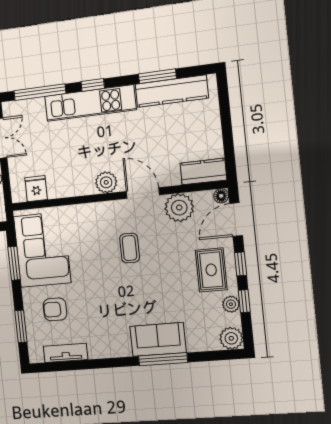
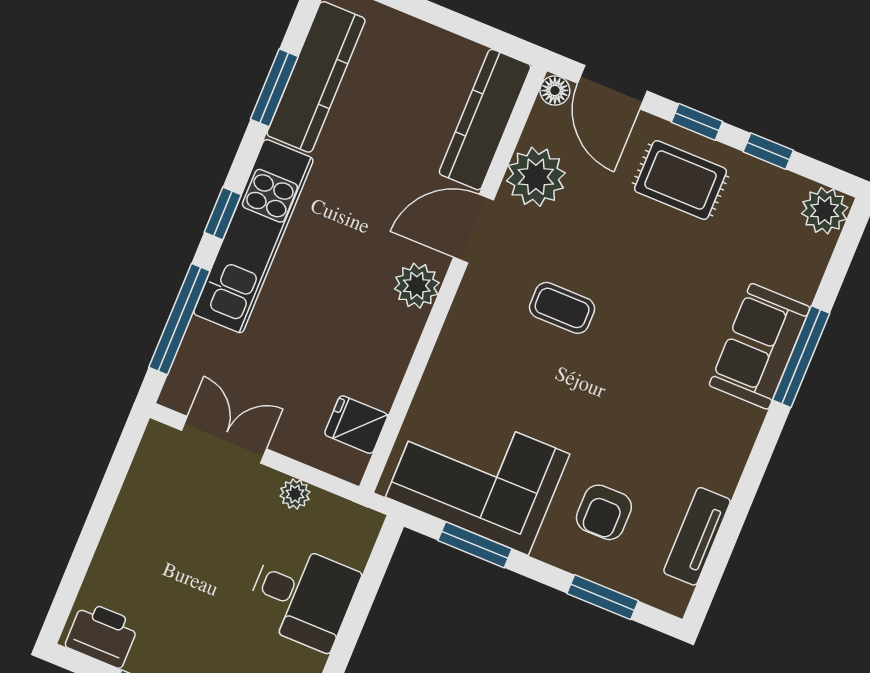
kitchen counter: (203, 172) -> (485, 120), width x1.50
plant: (231, 304) -> (762, 178), removed

